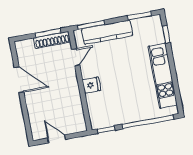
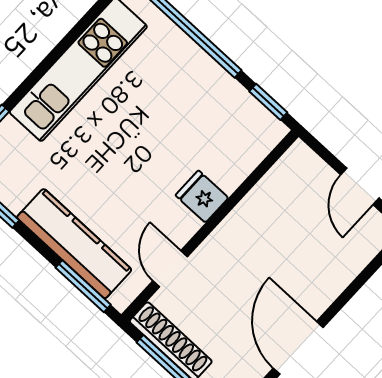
door: (76, 57) -> (170, 269), hinge flipped

